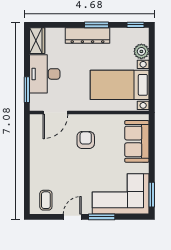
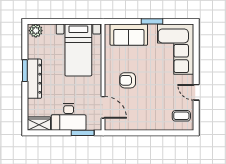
window: (135, 25) -> (25, 36), removed
plant: (141, 51) -> (36, 31), moved
window: (152, 195) -> (152, 21), moved
window: (102, 217) -> (196, 66), removed

